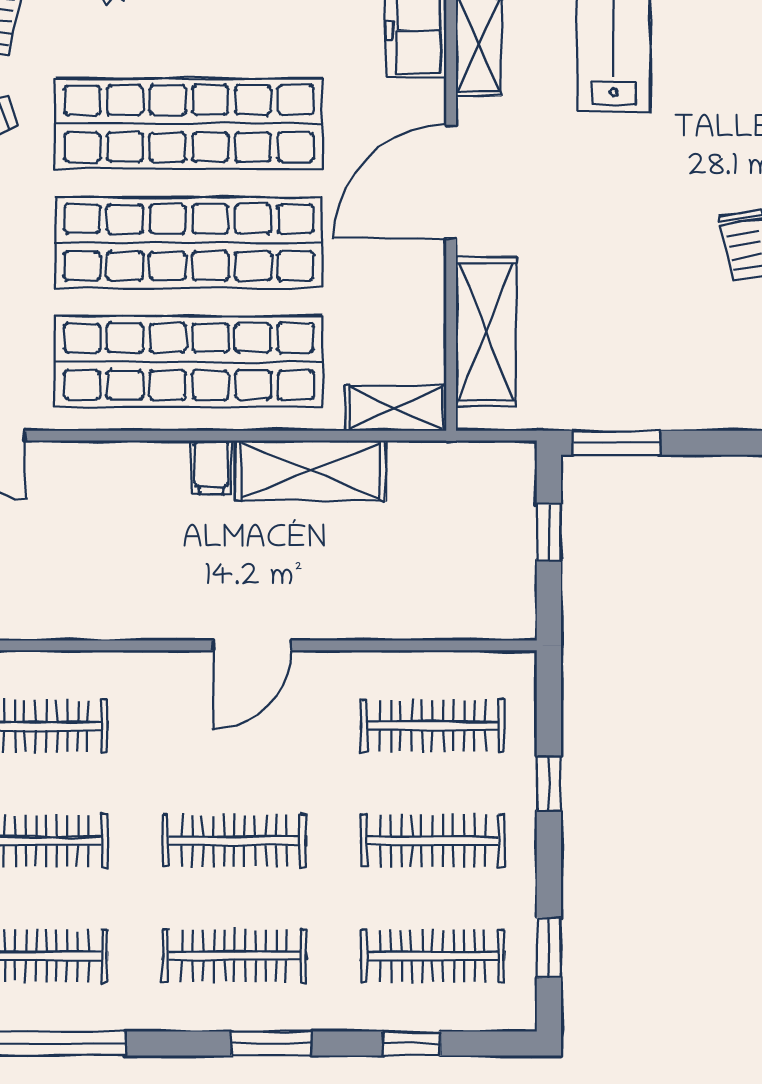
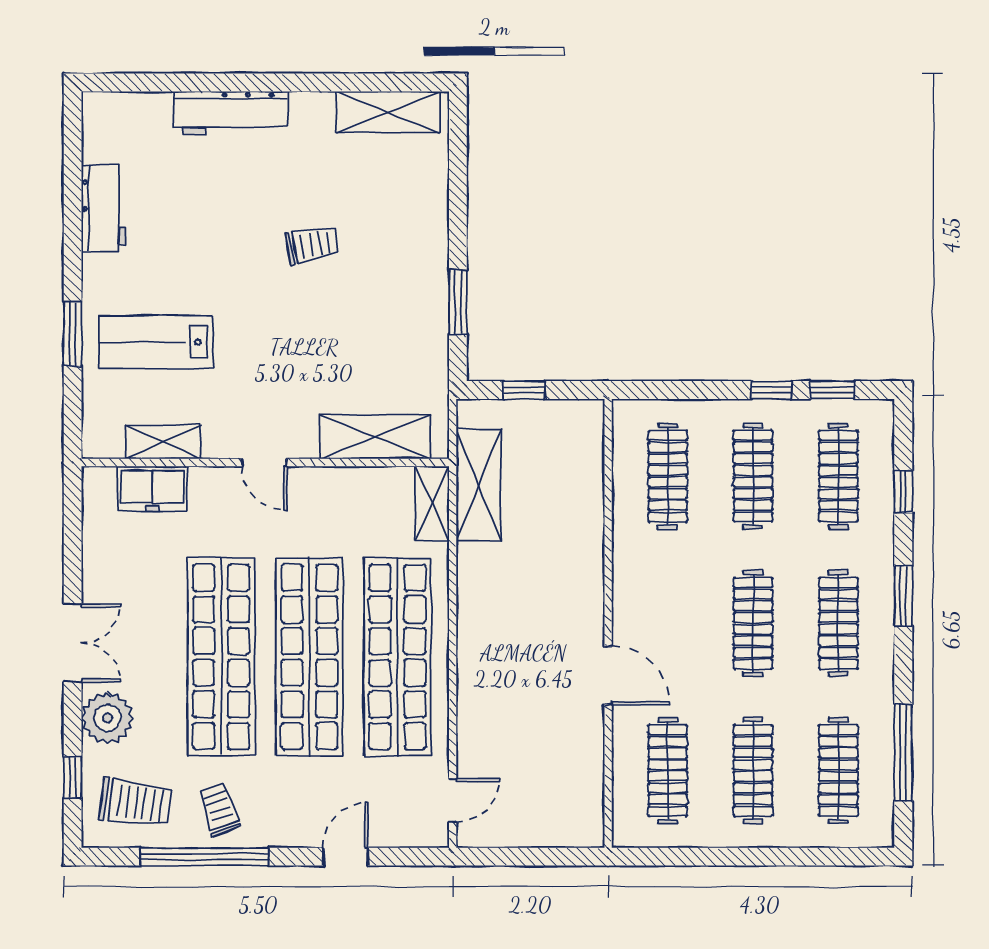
door: (451, 182) -> (264, 463), width x0.53
window: (617, 443) -> (458, 302), moved
filing cabinet: (211, 467) -> (476, 640), removed
shelving: (311, 471) -> (478, 485), moved
door: (252, 645) -> (608, 675), moved
window: (549, 784) -> (772, 390), moved

